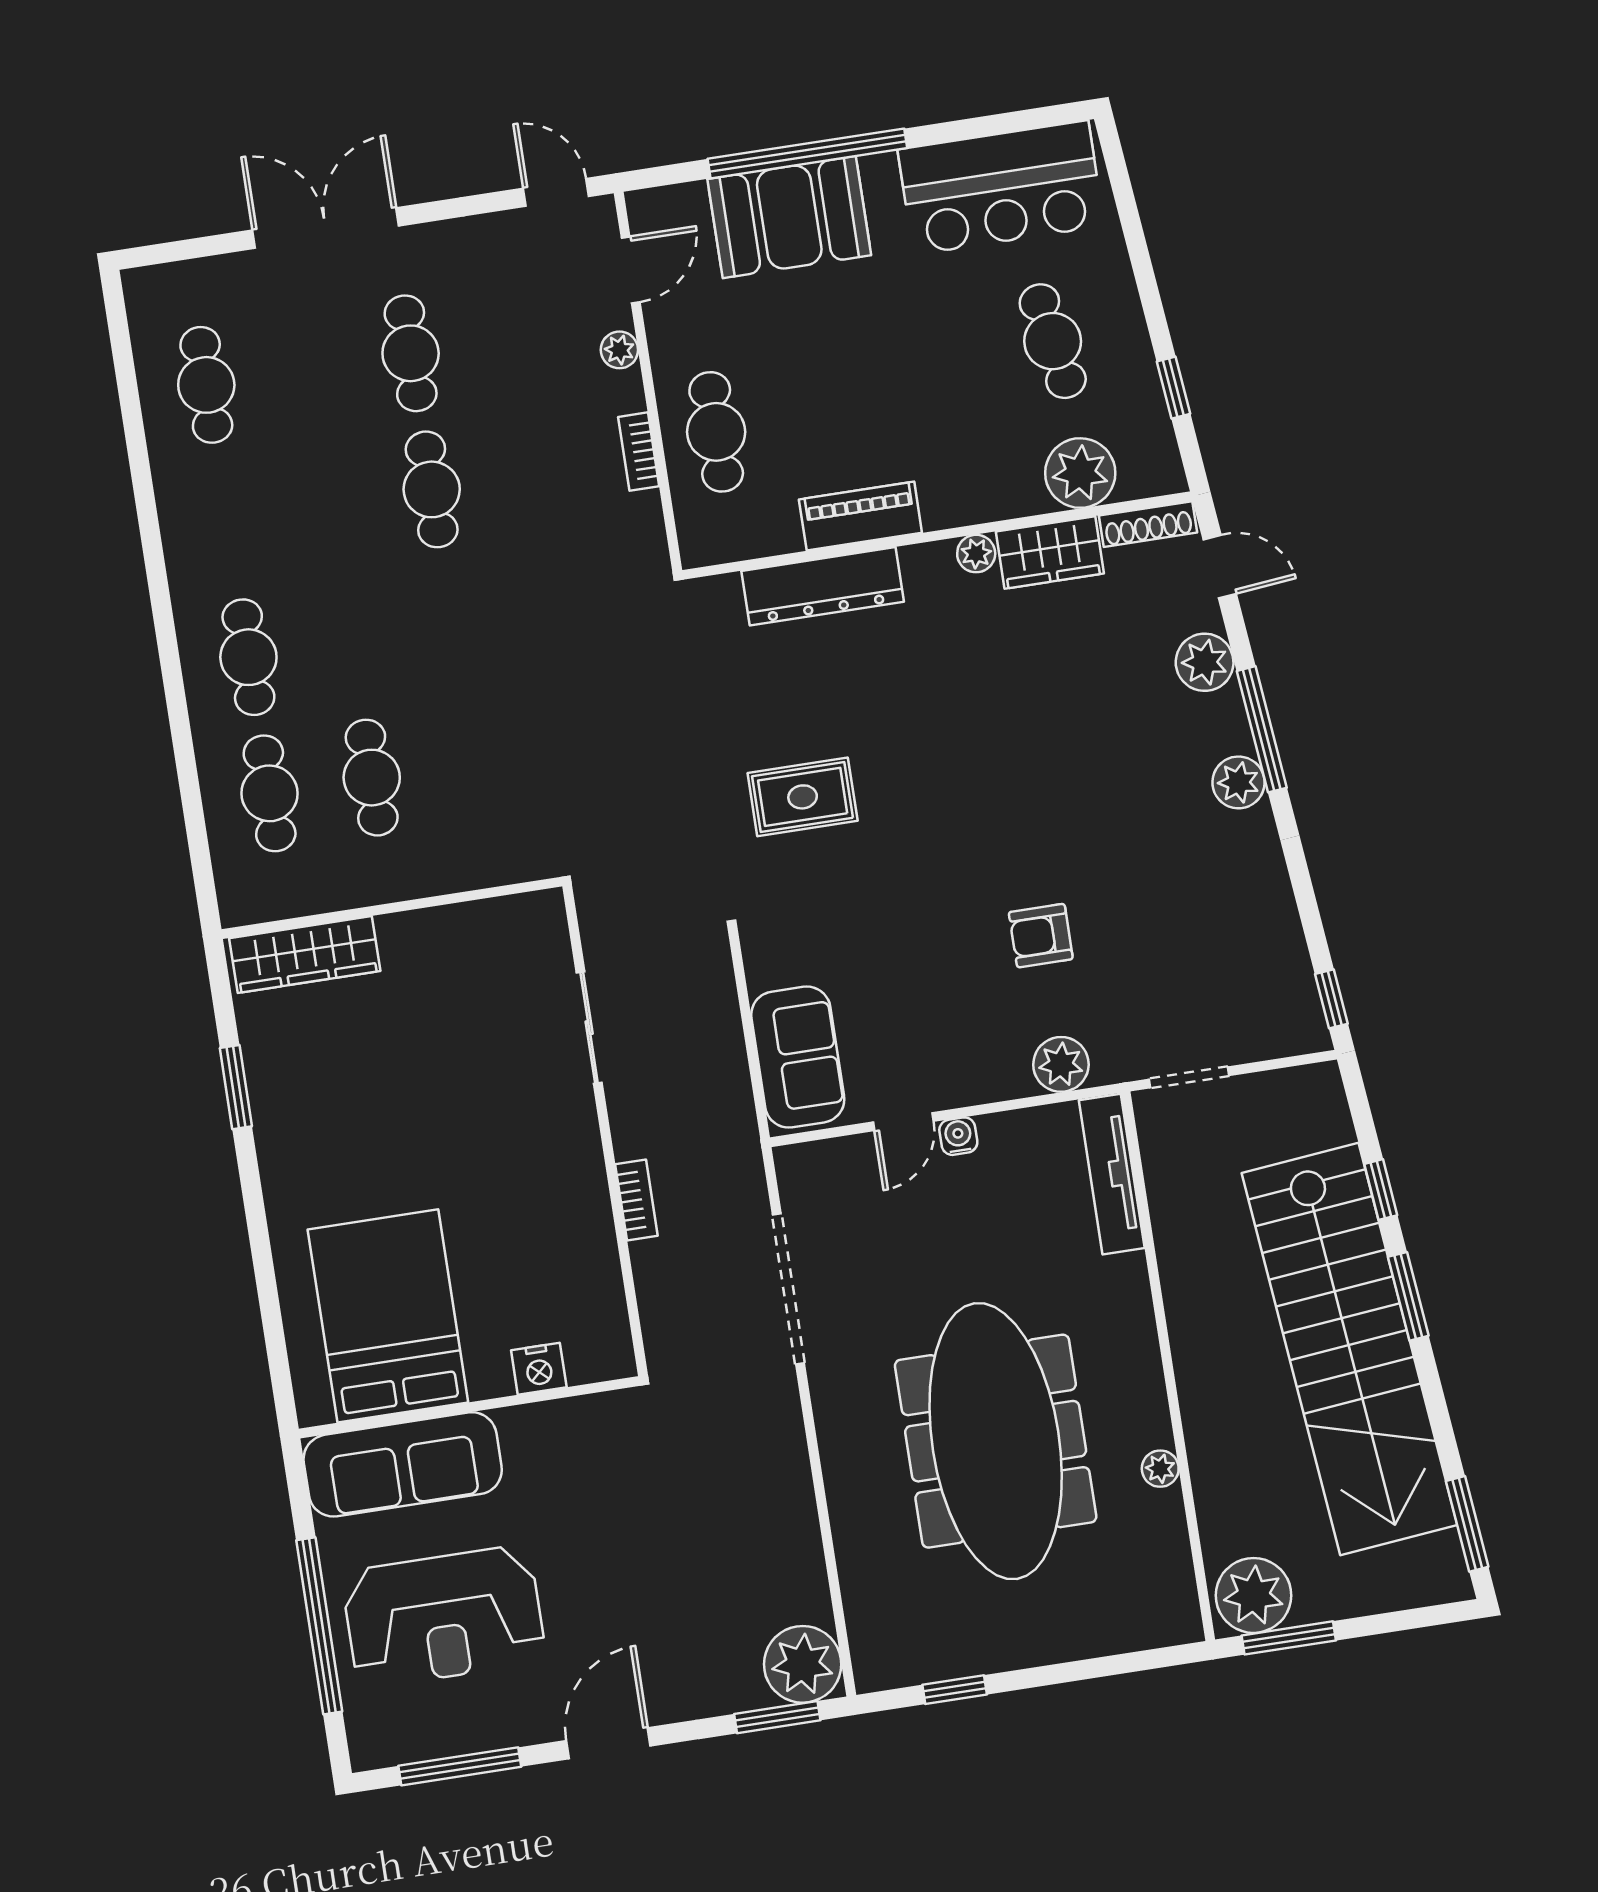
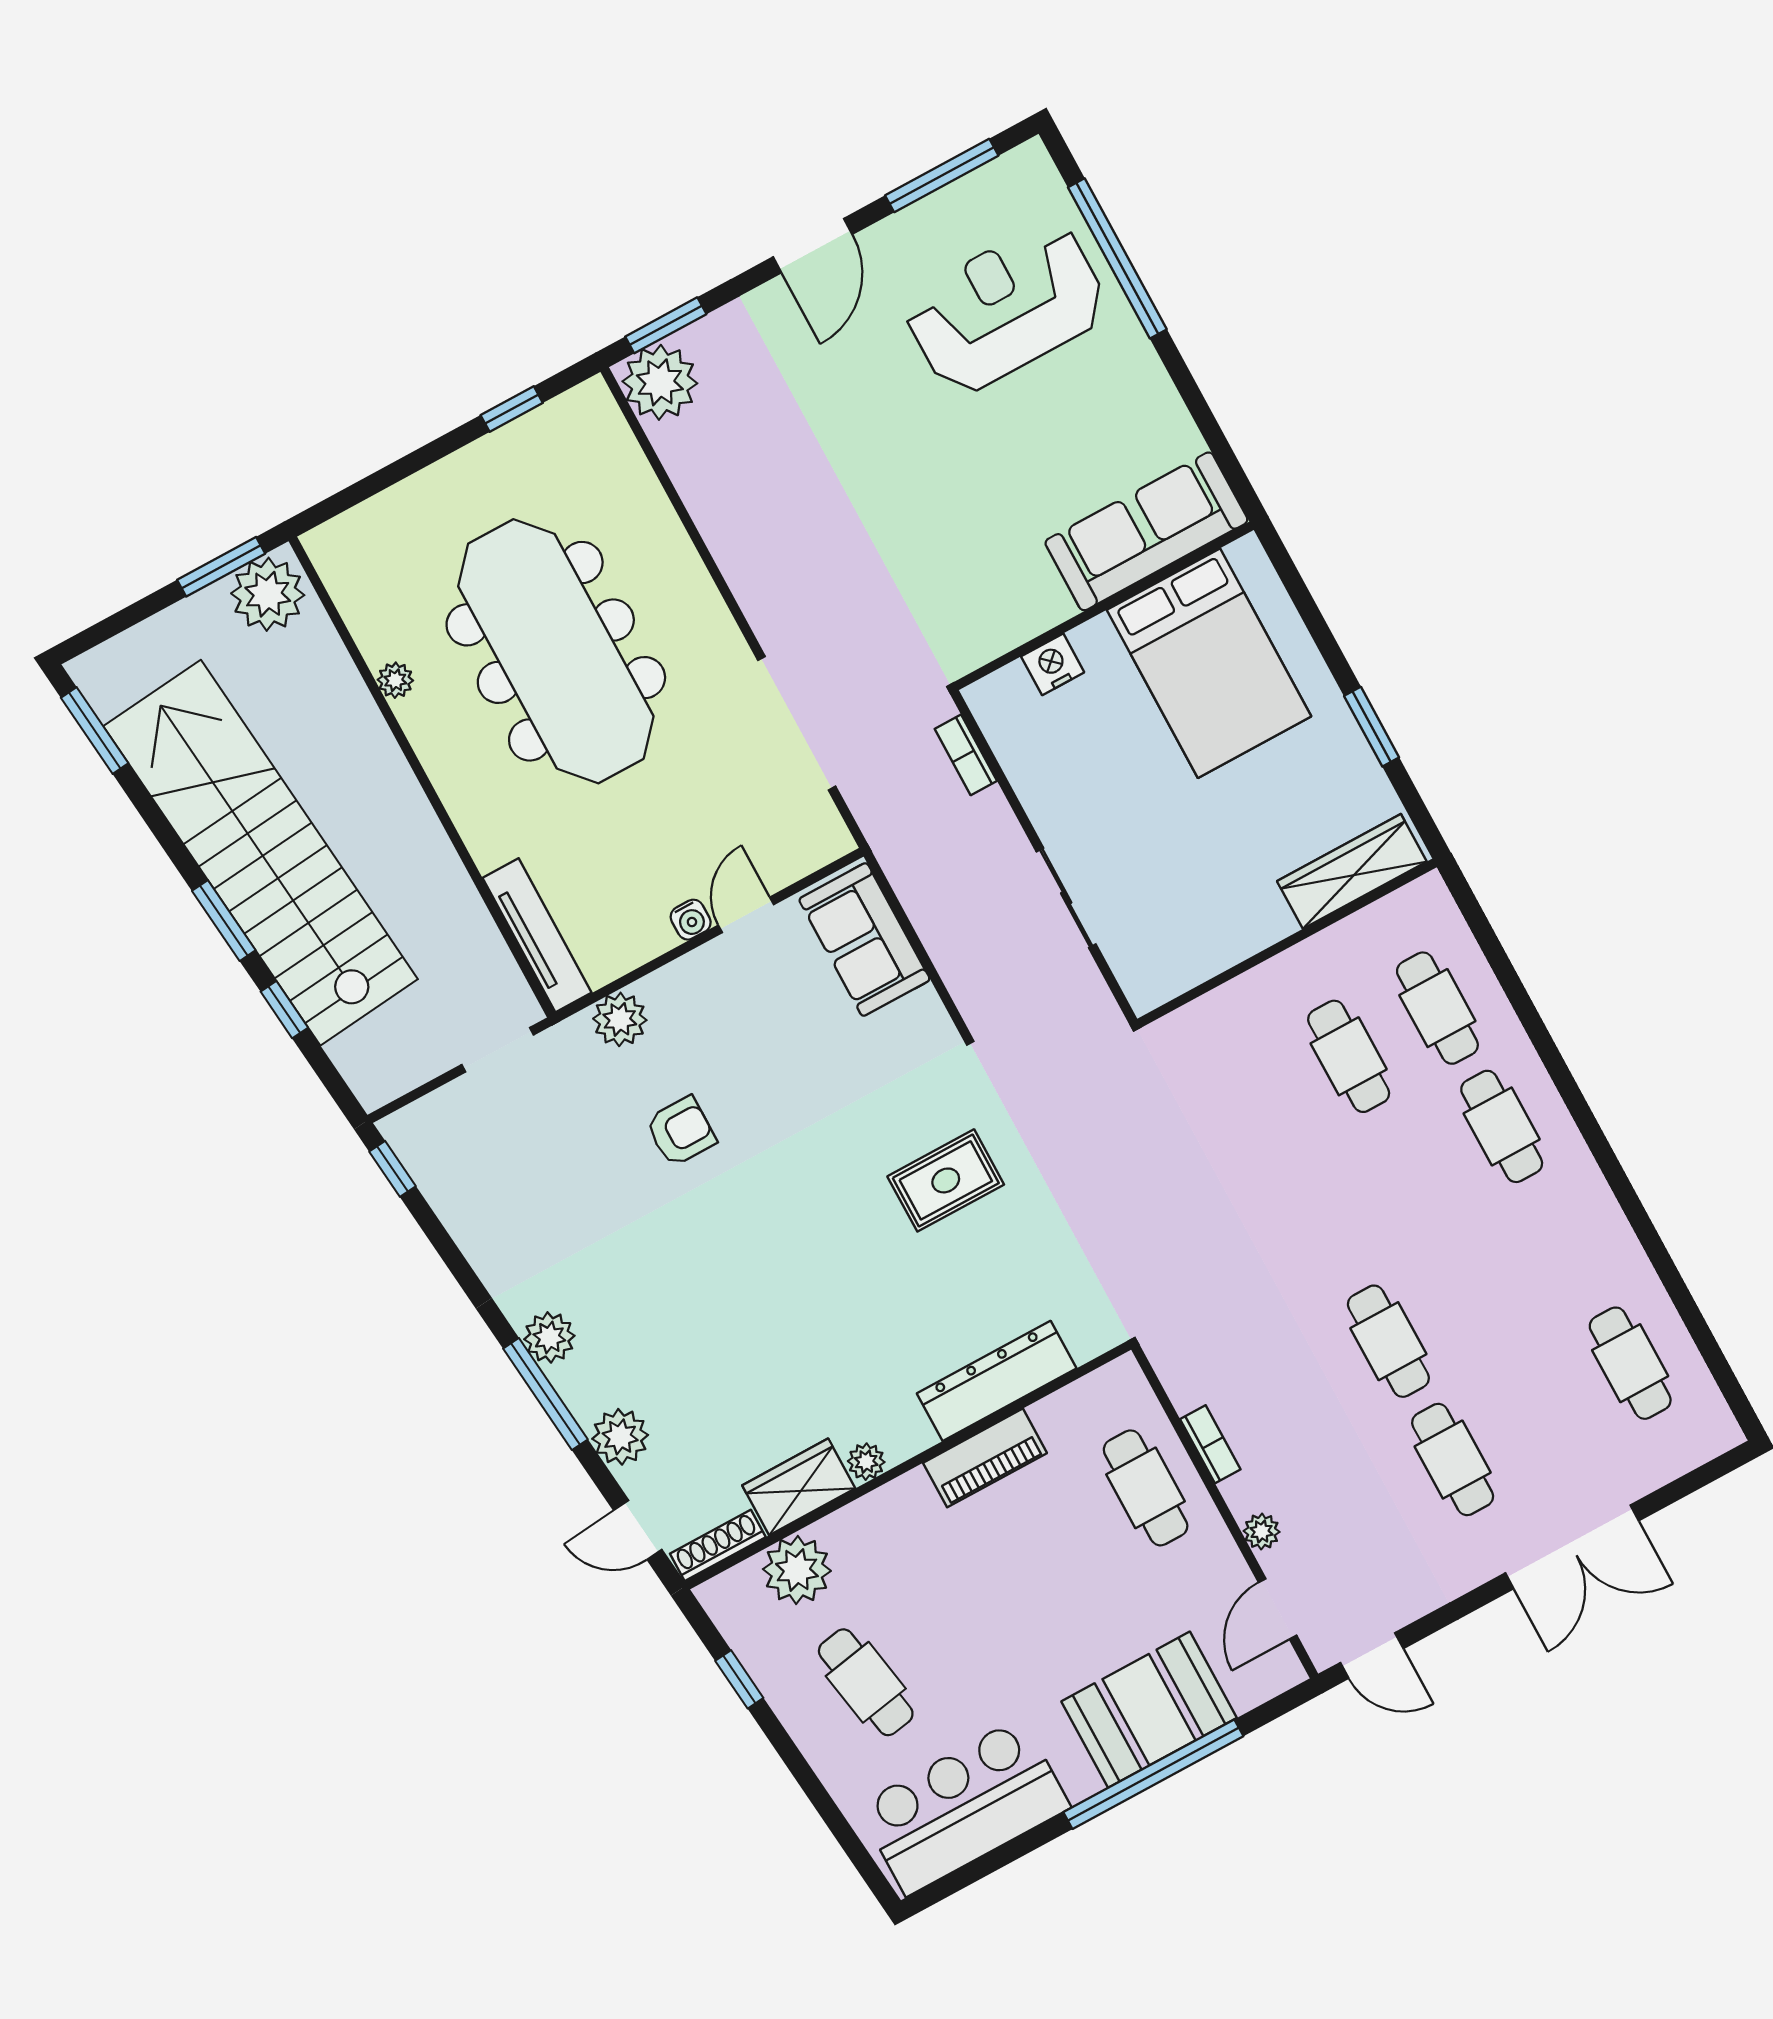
bed: (388, 1316) -> (1209, 663), moved
nightstand: (539, 1369) -> (1053, 664), moved
wall: (469, 1407) -> (1104, 606), moved
sofa: (403, 1464) -> (1146, 531), moved

